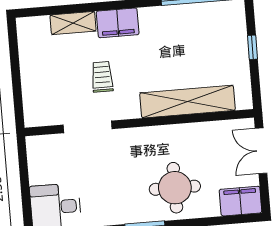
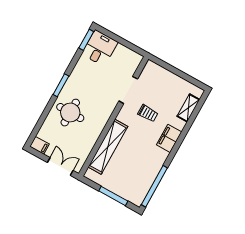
shelving: (73, 23) -> (188, 108), moved
window: (252, 47) -> (113, 196), width x2.17
filing cabinet: (240, 201) -> (39, 145), width x0.50

